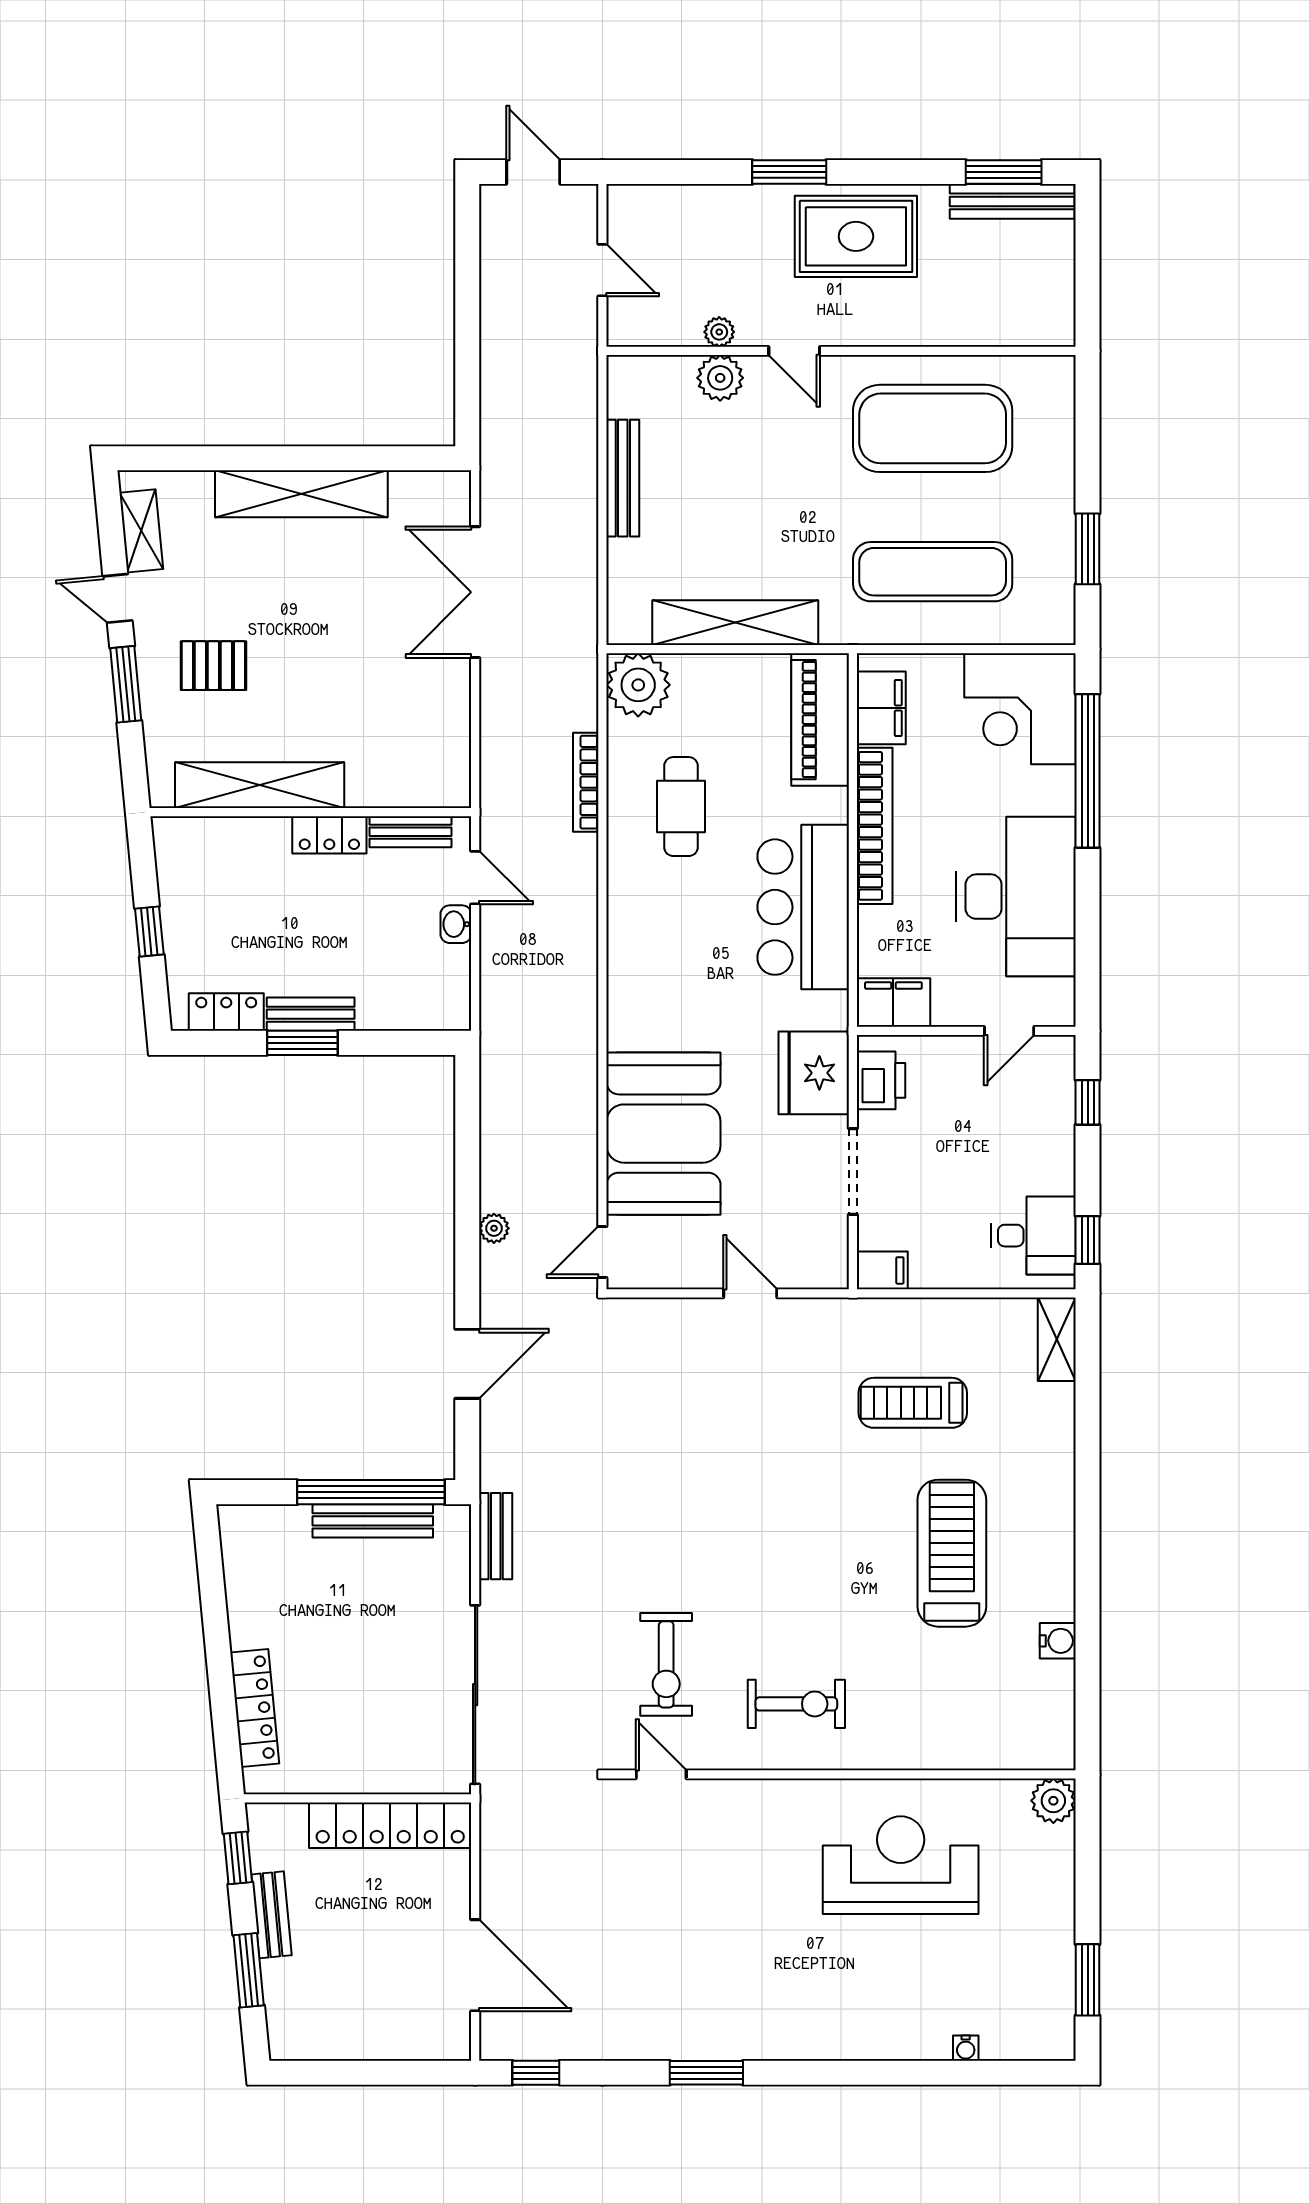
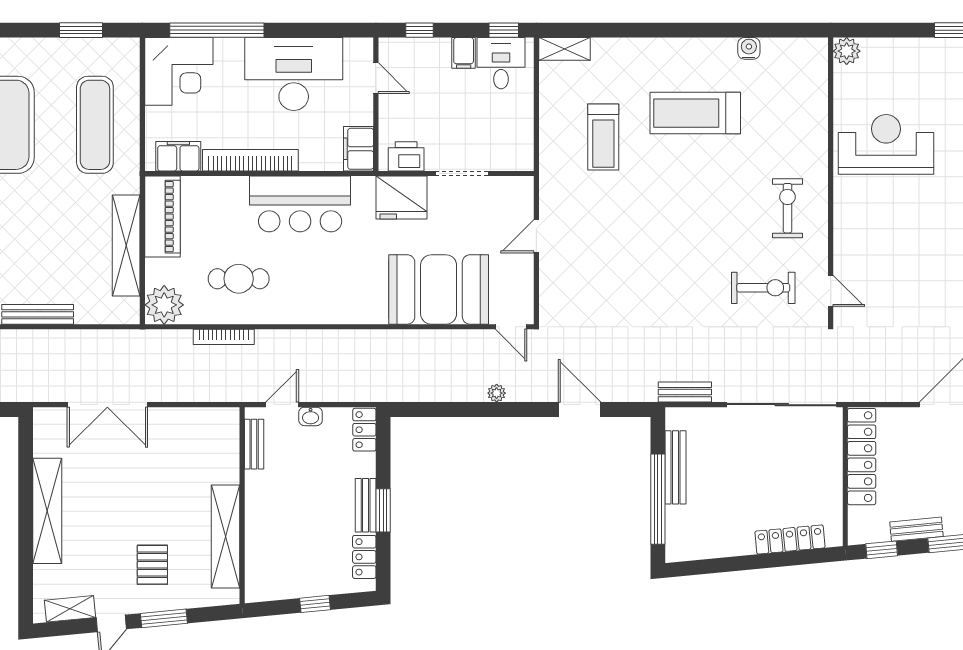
piano: (820, 720) -> (162, 217), moved, turned -90
locker: (329, 835) -> (364, 430), moved, turned 180
filing cabinet: (882, 1270) -> (464, 53), moved, turned 180
window: (371, 1492) -> (658, 499), moved
door: (661, 1774) -> (831, 291), swing flipped
reception desk: (901, 1865) -> (886, 144), turned 90

